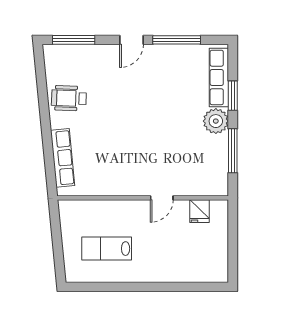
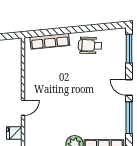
wheelchair: (69, 98) -> (90, 45), turned -90
door: (162, 198) -> (23, 108), swing flipped

